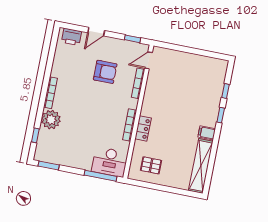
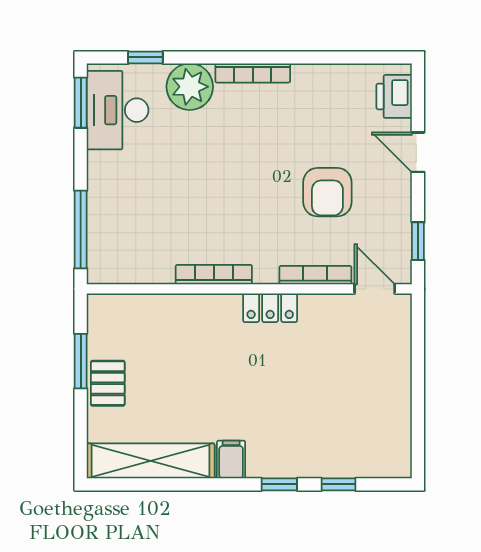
locker: (143, 128) -> (270, 308), moved
desk: (110, 162) -> (117, 110), moved
pallet: (151, 165) -> (108, 383), moved
window: (154, 186) -> (81, 361), added

